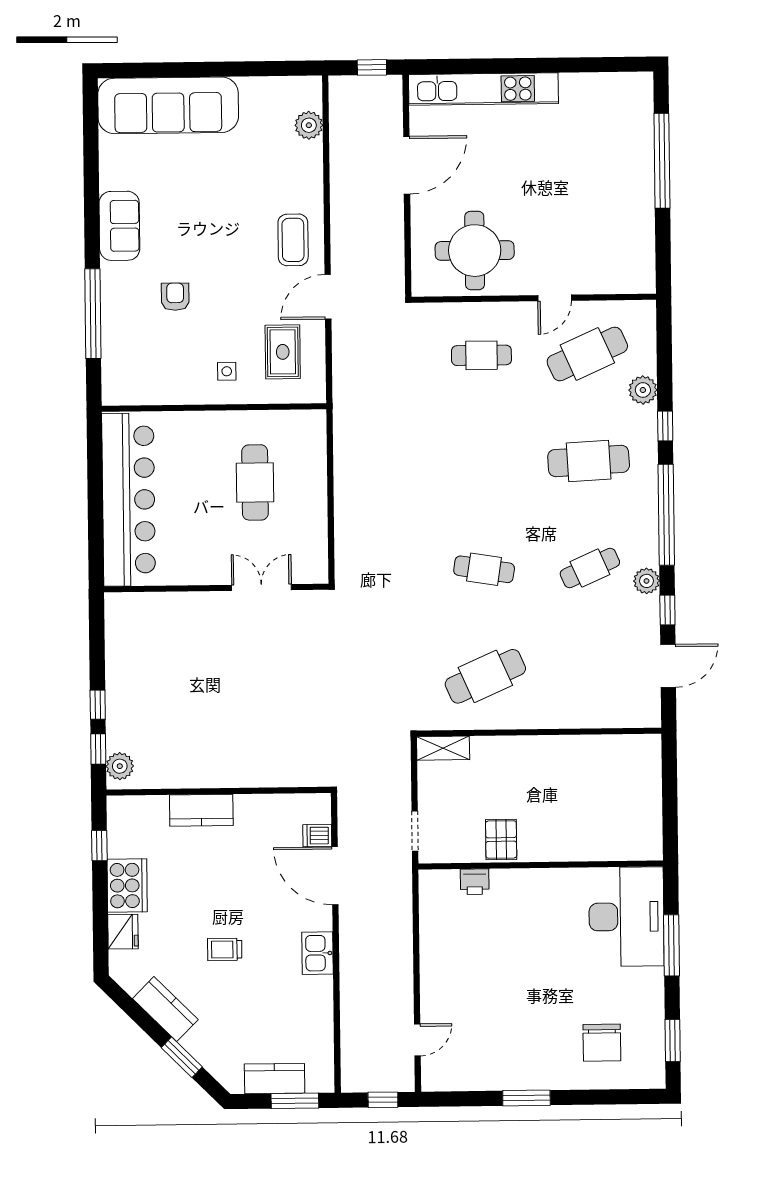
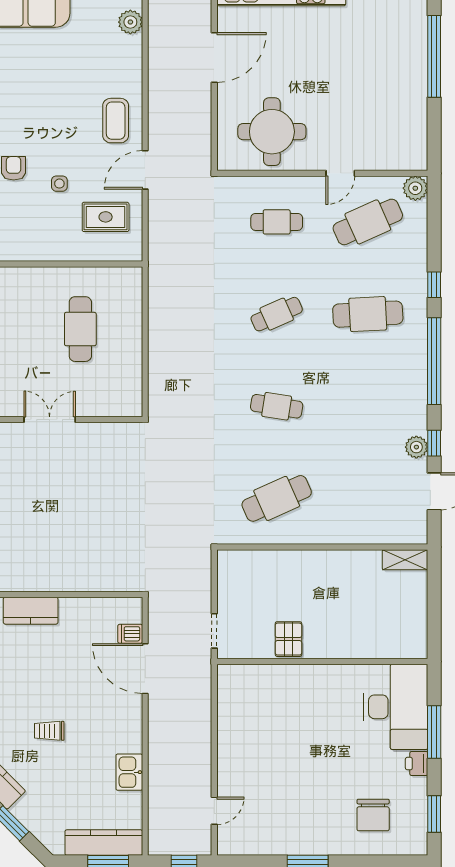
rug: (283, 352) -> (106, 217), turned 90
side table: (227, 371) -> (59, 184), moved
plant: (643, 390) -> (415, 188), moved
cafe table: (590, 568) -> (277, 314), moved
plant: (647, 581) -> (416, 447), moved
double door: (261, 587) -> (50, 420), moved
shelving: (443, 748) -> (405, 560), moved
printer: (475, 882) -> (417, 764), moved, turned 90
kitchen sink: (318, 953) -> (129, 772), moved
kitchen counter: (275, 1079) -> (104, 843), width x1.50

